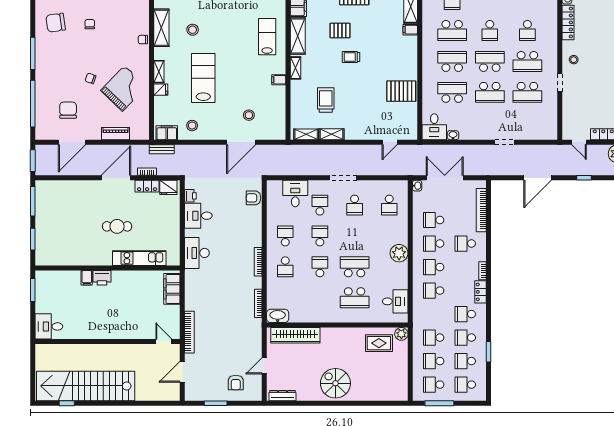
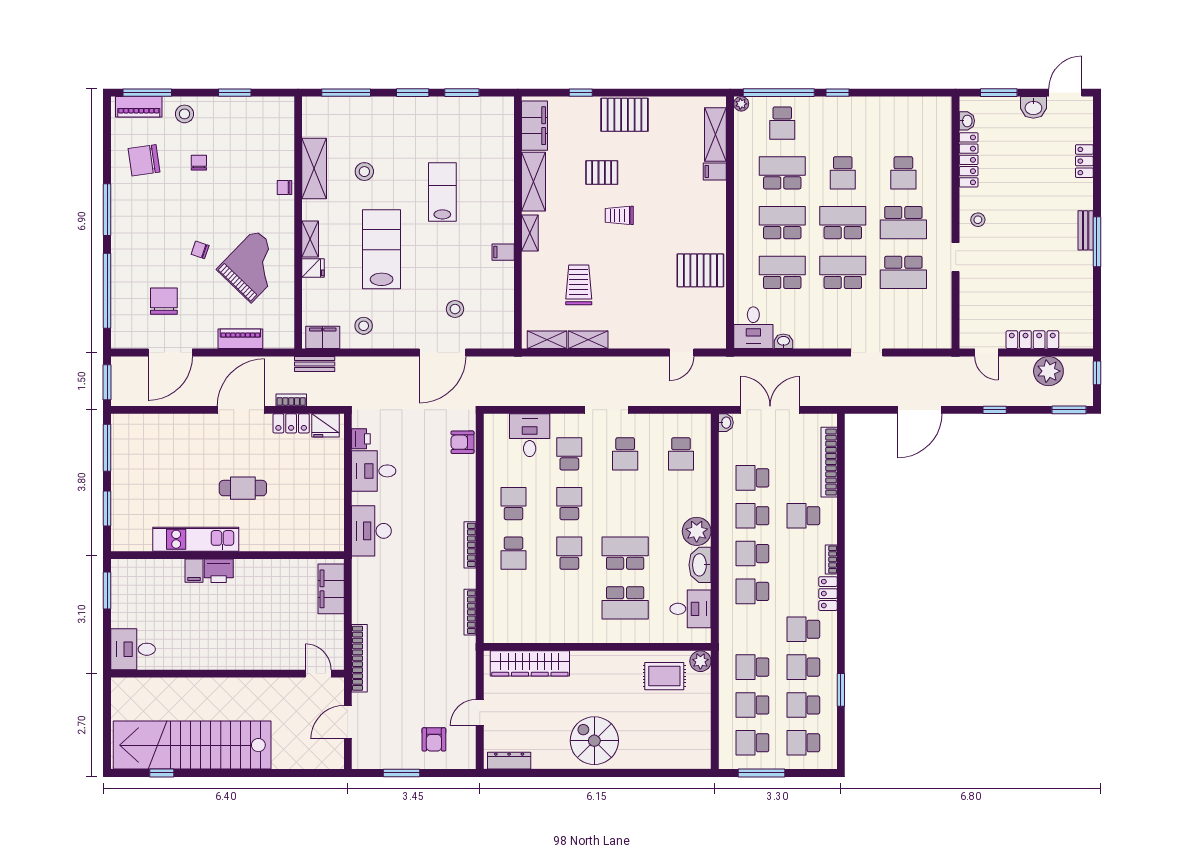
school desk: (452, 31) -> (782, 173), turned 180
lab bench: (267, 37) -> (442, 192), moved
school desk: (490, 92) -> (843, 272), turned 180
kitchen unit: (139, 258) -> (196, 539), moved
washbasin: (278, 316) -> (700, 565), moved, turned -90

